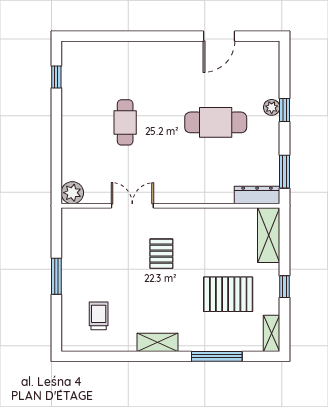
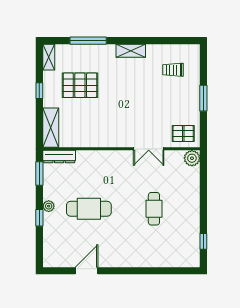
plant: (272, 107) -> (49, 206), moved
pallet: (161, 254) -> (183, 134), moved, turned 90
trolley: (99, 316) -> (173, 70), turned 90

